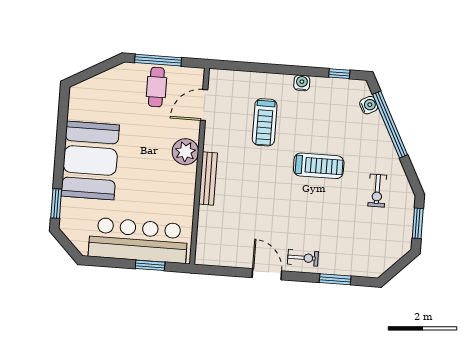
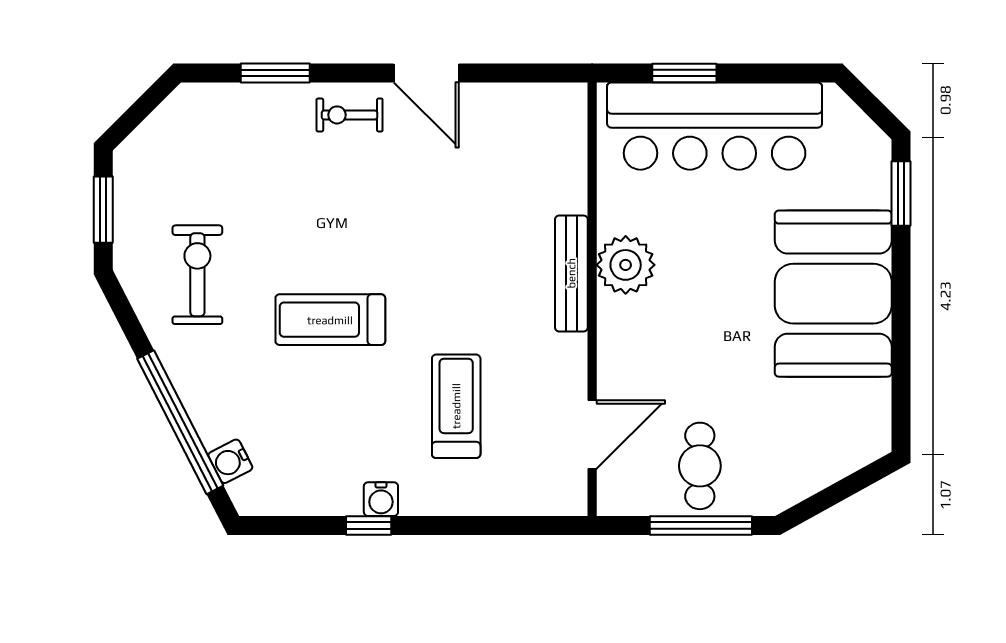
window: (339, 74) -> (369, 526), moved
plant: (185, 152) -> (626, 265), moved
exercise bike: (377, 191) -> (197, 275), width x1.38, depth x1.39

